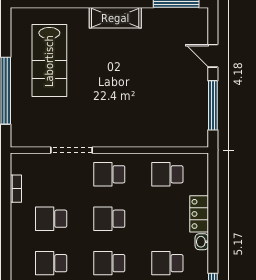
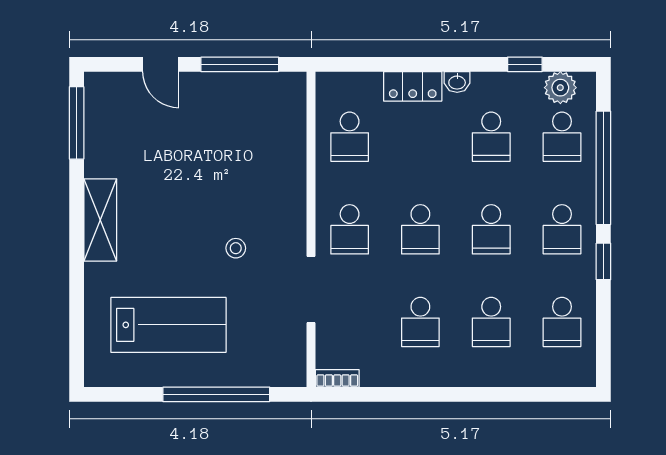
door: (213, 56) -> (161, 64), hinge flipped
stool: (97, 103) -> (236, 248), added
bookcase: (16, 189) -> (337, 378), moved

